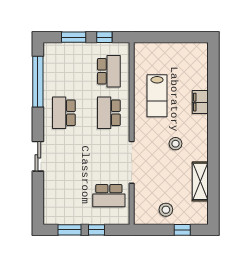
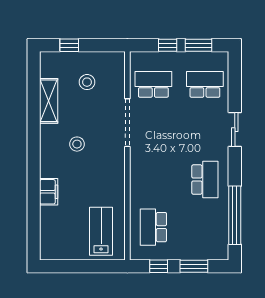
lab bench: (157, 96) -> (101, 231), moved
school desk: (109, 113) -> (205, 84), moved, turned -90
stool: (166, 210) -> (87, 82), moved

